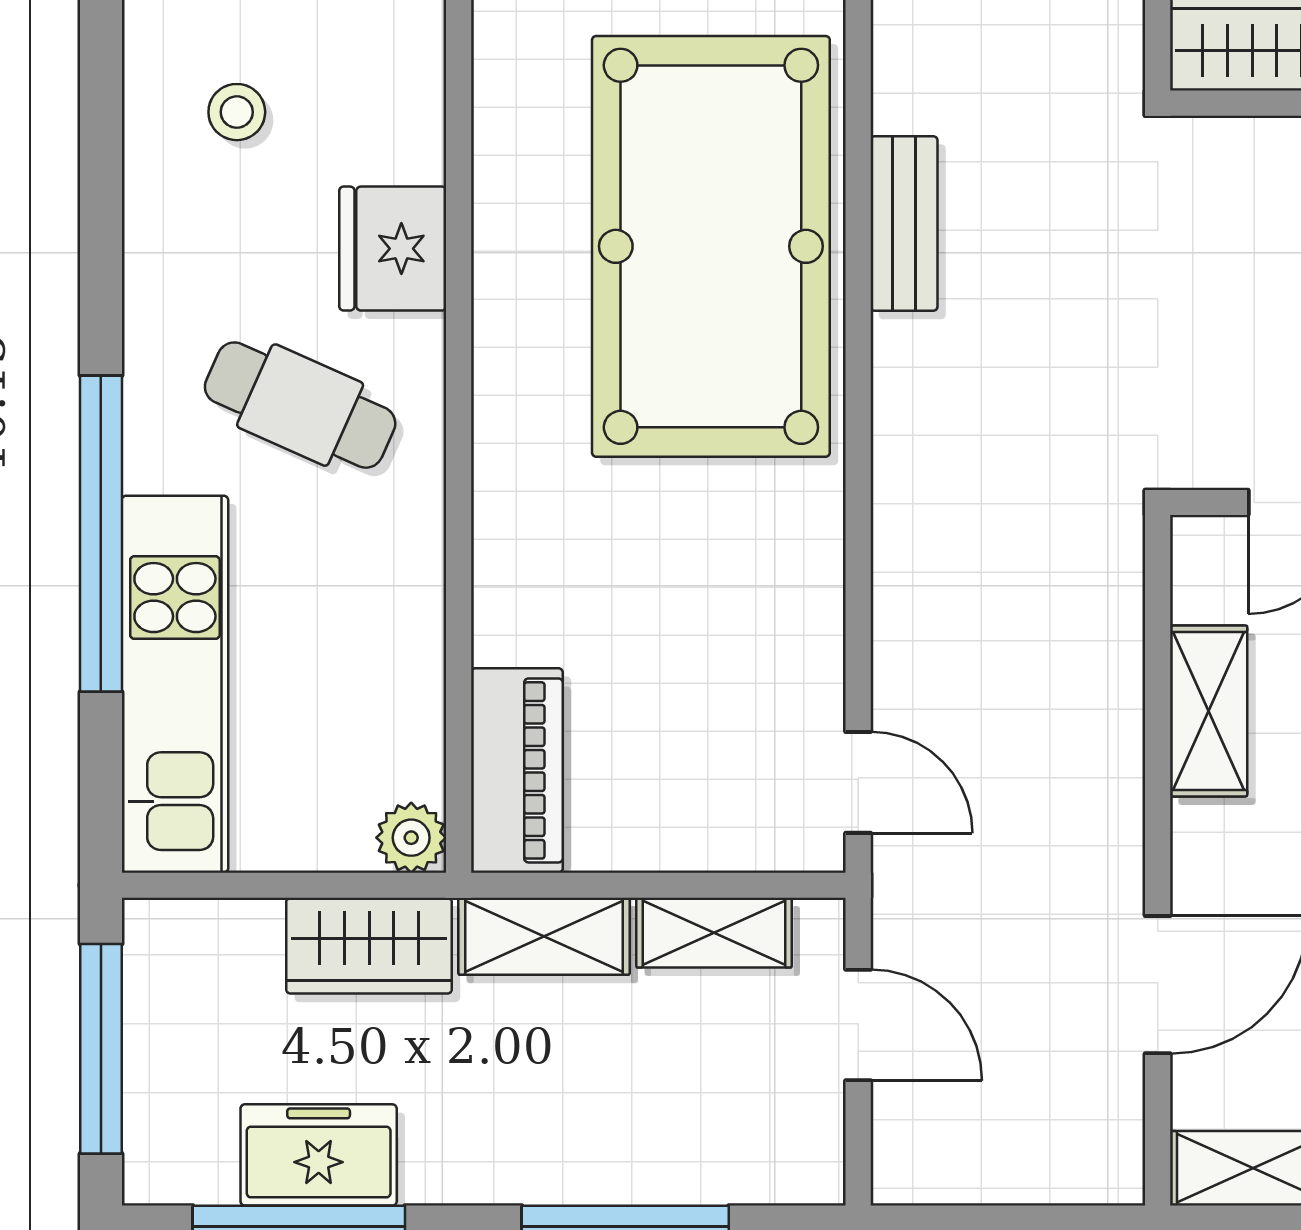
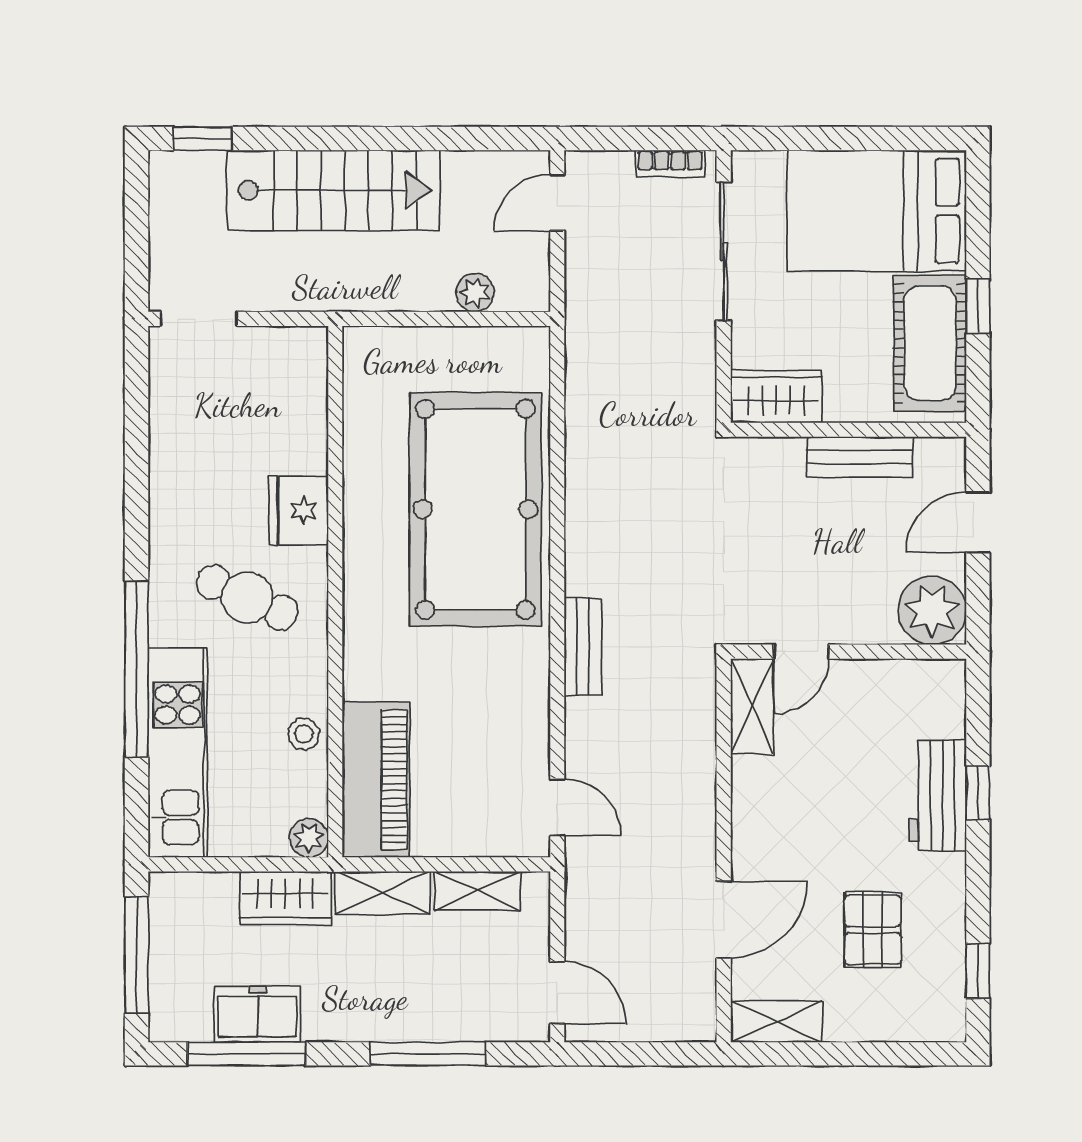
stool: (237, 112) -> (304, 734), moved
bench: (904, 223) -> (583, 647), moved
shelving: (1209, 711) -> (752, 706), moved
piano: (517, 770) -> (376, 780), width x1.37, depth x1.33
door: (858, 1025) -> (557, 993), moved

